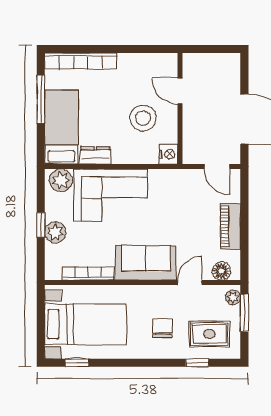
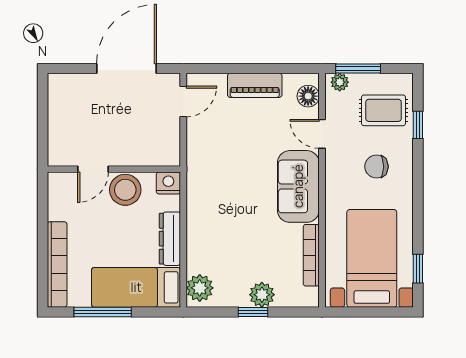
door: (180, 91) -> (93, 169), moved
wall: (180, 109) -> (114, 169), moved
nightstand: (168, 154) -> (168, 183), moved
dresser: (95, 155) -> (170, 239), width x1.44
corner sofa: (111, 195) -> (217, 229), removed
rug: (209, 334) -> (384, 110), turned 90

